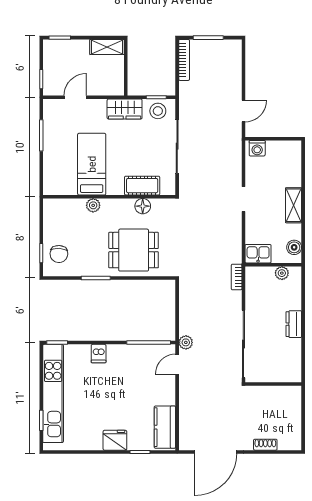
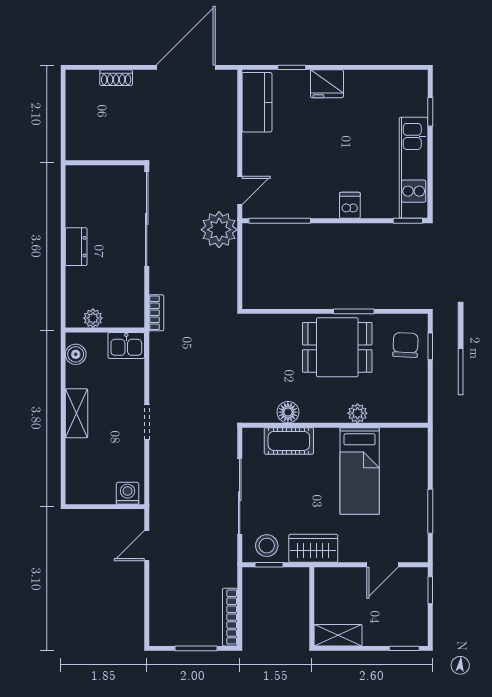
dining table: (134, 250) -> (337, 347), moved
plant: (186, 342) -> (219, 230), width x1.88, depth x1.88
kitchen unit: (53, 393) -> (414, 168), width x0.73

